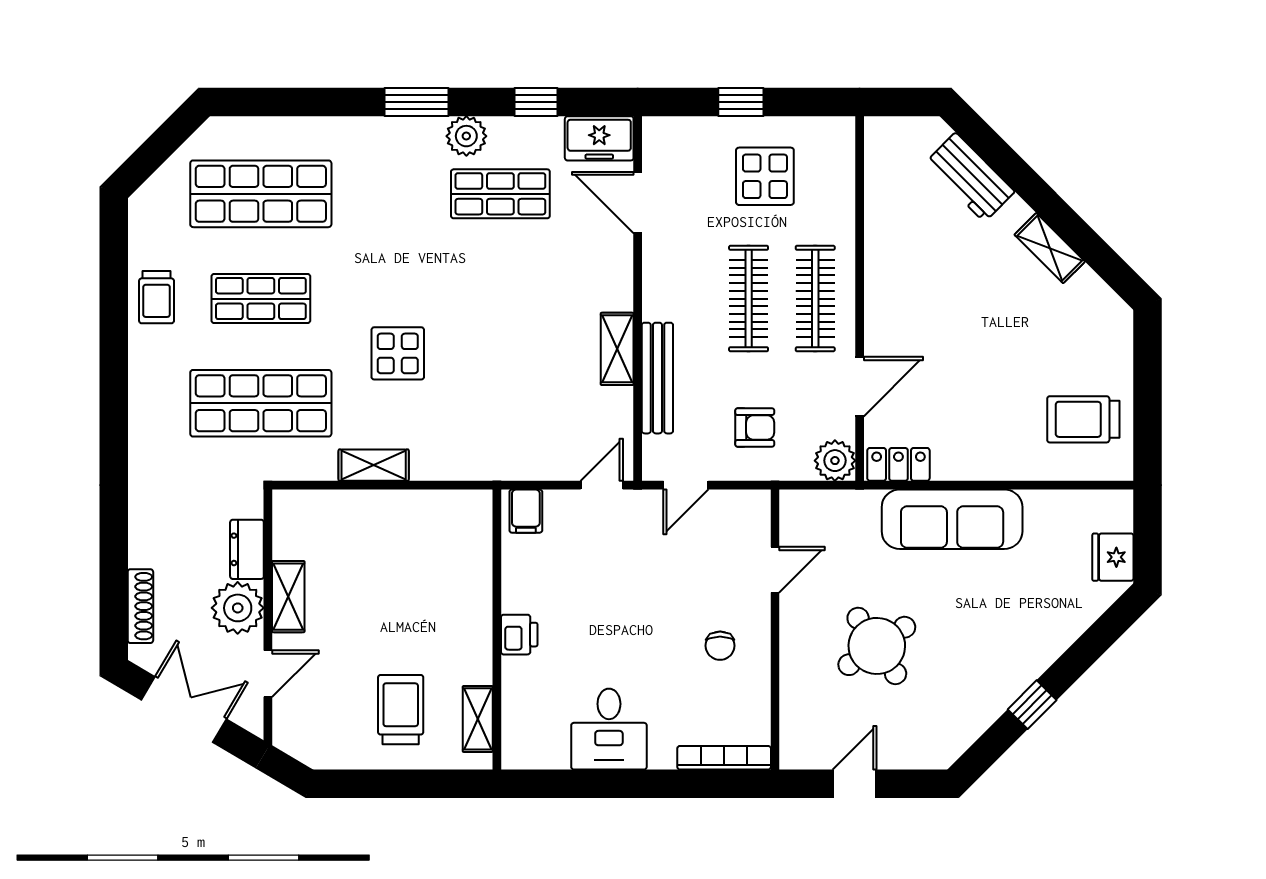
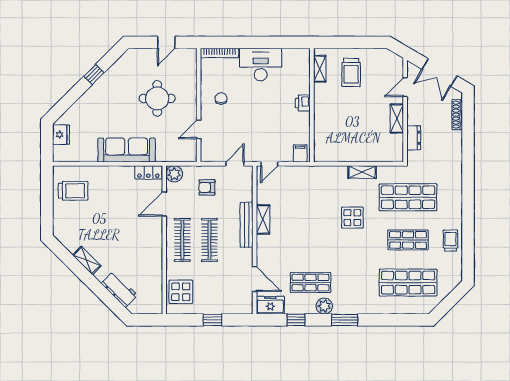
display table: (765, 176) -> (181, 292), moved
bench: (657, 378) -> (247, 225), moved
plant: (238, 608) -> (418, 114), removed
round table: (877, 646) -> (157, 98), turned 34
desk: (609, 729) -> (261, 65), width x1.37

